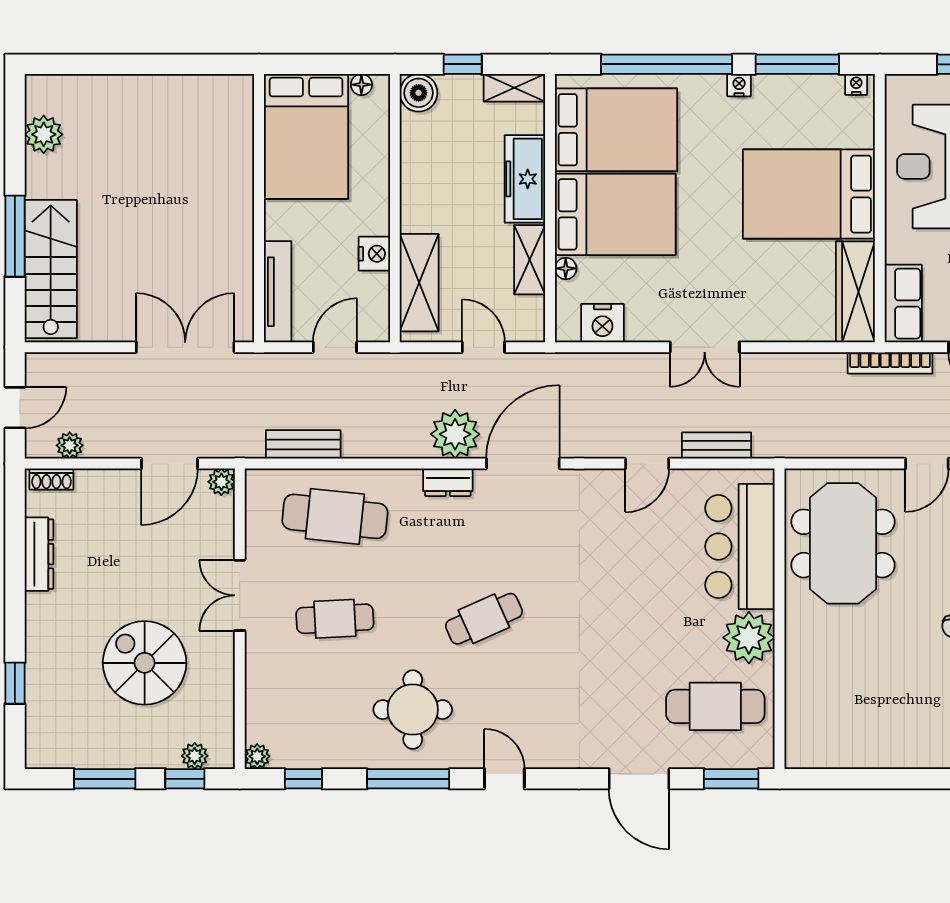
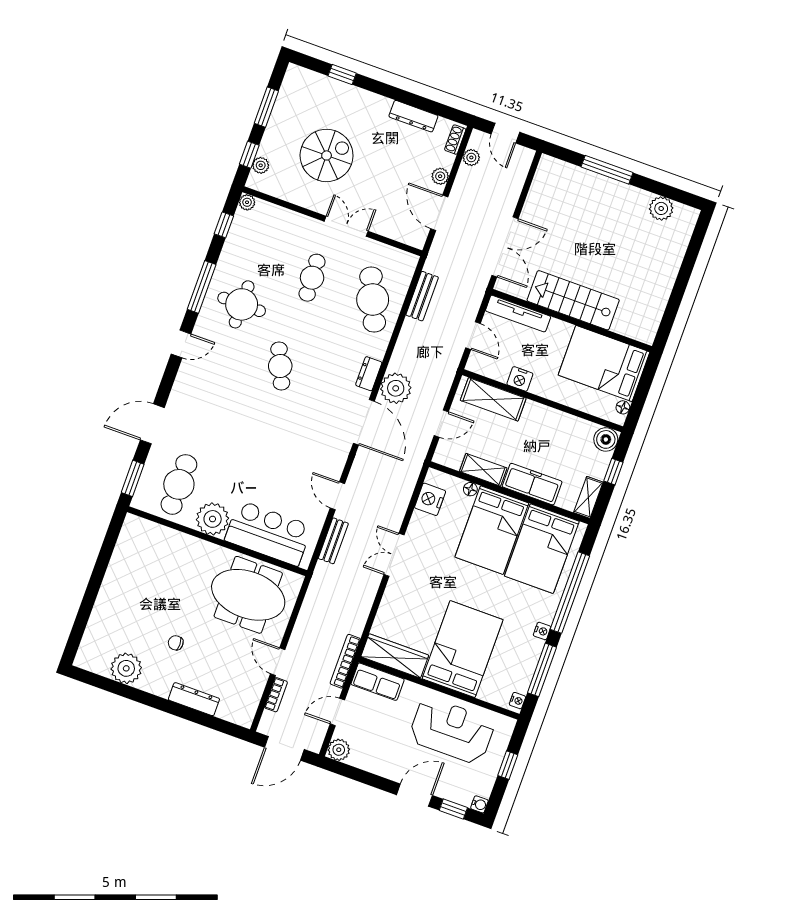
stairs: (51, 269) -> (573, 300), moved, turned 180
plant: (221, 482) -> (440, 176), moved
cafe table: (335, 516) -> (373, 300), turned -30

